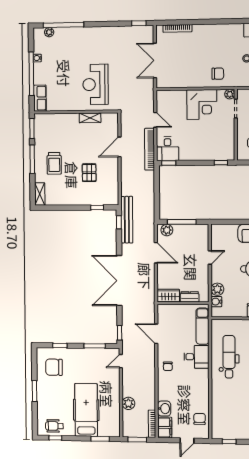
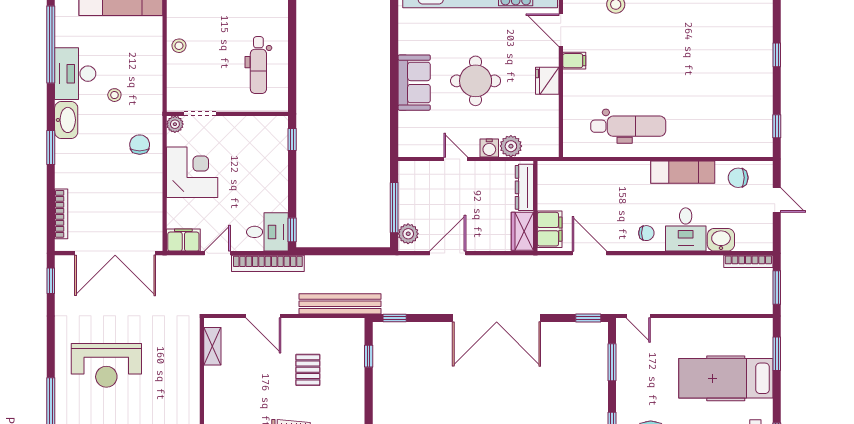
window: (216, 22) -> (51, 147), added
washbasin: (232, 30) -> (66, 120), added
double door: (155, 60) -> (115, 253), width x1.36
reception desk: (96, 84) -> (106, 365), moved
filing cabinet: (163, 100) -> (183, 240), added
shelving: (90, 118) -> (212, 346), moved
pallet: (89, 173) -> (308, 370), turned 90
bench: (127, 220) -> (340, 304), moved
dresser: (190, 297) -> (524, 187), width x1.44
water cooler: (216, 302) -> (489, 148), moved
exam couch: (202, 326) -> (683, 172), moved
door: (156, 334) -> (589, 253), swing flipped
desk: (196, 357) -> (686, 229), moved, turned 180
dental chair: (229, 357) -> (628, 126), turned 180
plant: (128, 403) -> (713, 303), removed
filing cabinet: (165, 427) -> (550, 229), moved, turned 90

